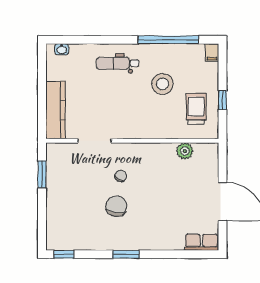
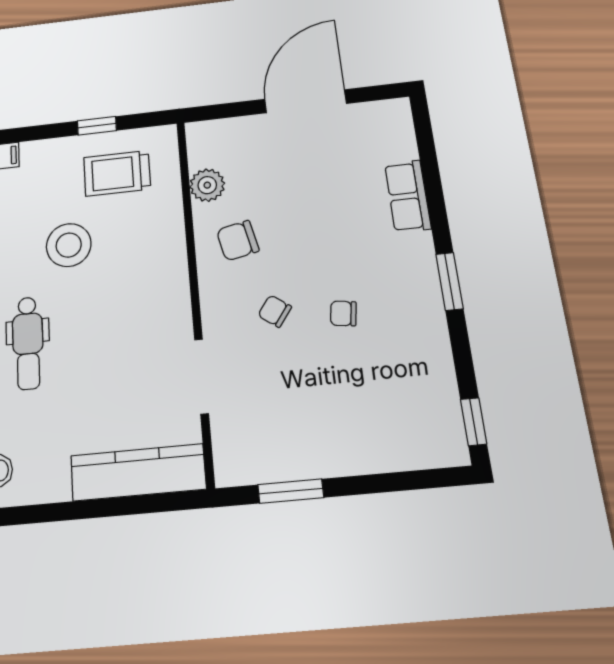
chair: (156, 163) -> (238, 241), added
chair: (116, 206) -> (343, 313), width x0.54, depth x0.54
row of seats: (201, 242) -> (408, 196), moved

